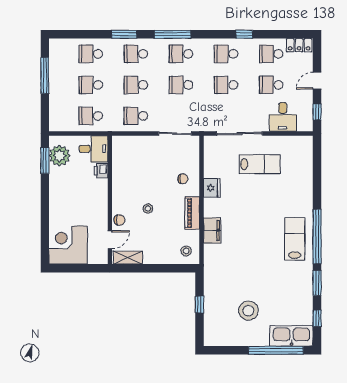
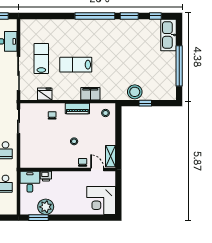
plant: (60, 156) -> (46, 207), moved
fridge: (212, 188) -> (45, 94), moved
lab bench: (295, 239) -> (76, 65), moved
stool: (248, 311) -> (135, 92), moved
window: (276, 350) -> (179, 66), moved

